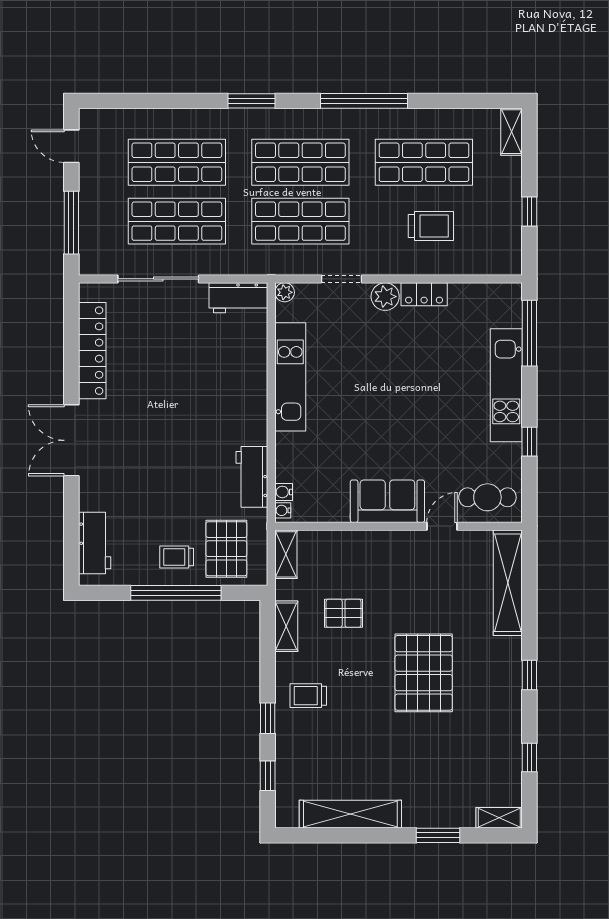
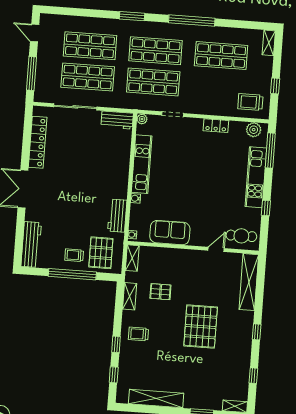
trolley: (431, 226) -> (250, 102), moved, turned 180
plant: (385, 297) -> (254, 130), moved
water cooler: (284, 492) -> (136, 198), moved
sofa: (387, 501) -> (170, 233), moved
workbench: (95, 543) -> (31, 244), width x1.38

